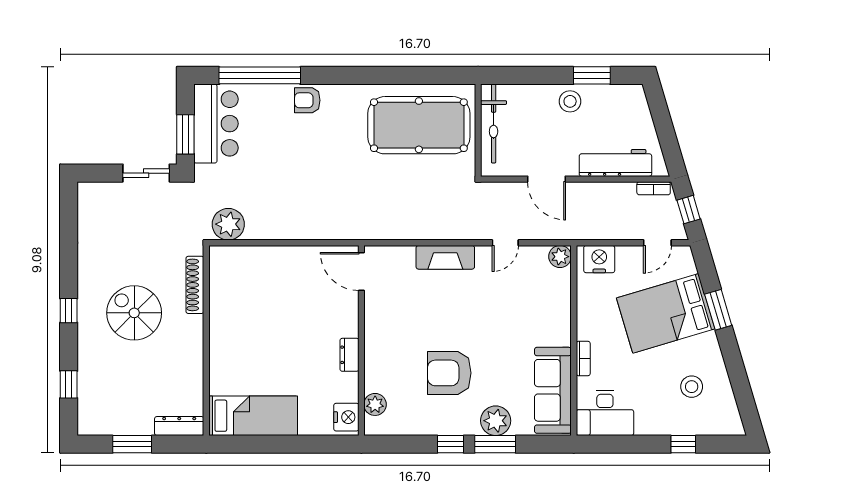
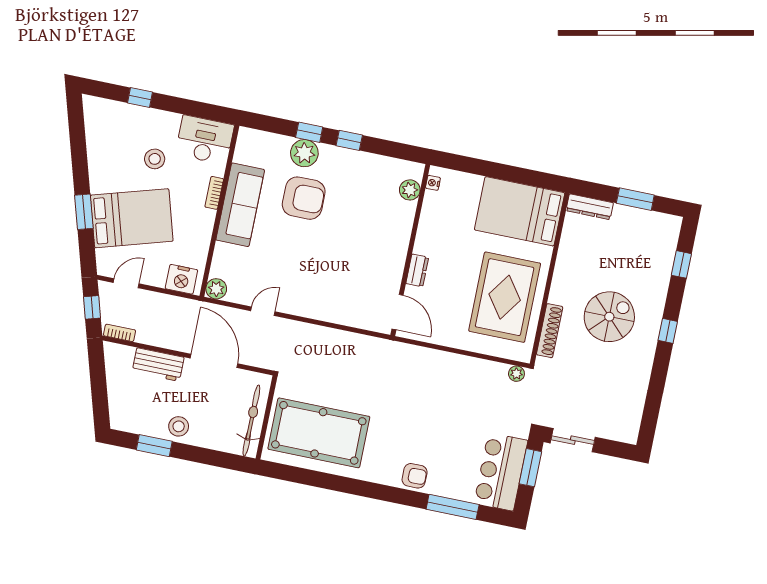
window: (260, 75) -> (453, 507), width x0.68
workbench: (615, 163) -> (158, 364), width x0.73
door: (547, 179) -> (214, 361), width x1.36
plant: (228, 224) -> (516, 374), width x0.53, depth x0.53
fireplace: (445, 257) -> (319, 309), removed
rug: (250, 311) -> (505, 297), added
spiral stairs: (134, 313) -> (609, 317), turned -90
dresser: (349, 355) -> (417, 270), moved
armchair: (449, 373) -> (304, 198), moved
stool: (692, 387) -> (155, 159), moved
sofa: (553, 390) -> (240, 205), moved
bed: (253, 416) -> (520, 211), width x1.50
nightstand: (346, 417) -> (433, 183), width x0.53, depth x0.56
window: (495, 444) -> (309, 132), width x0.67

